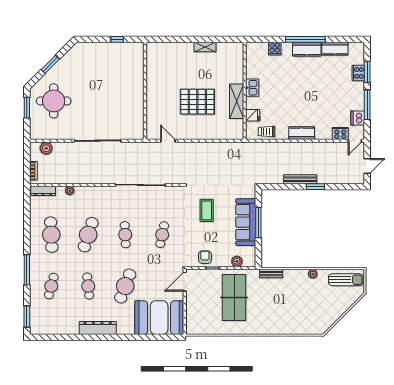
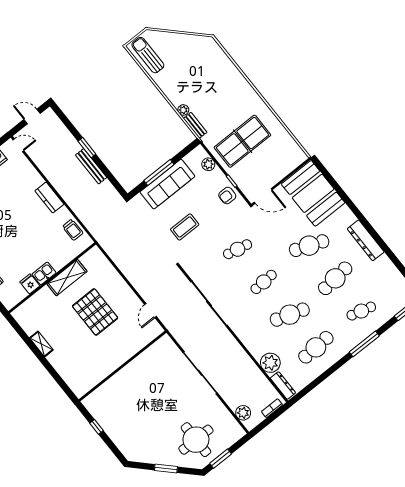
fridge: (253, 115) -> (30, 284), moved
cooker: (340, 133) -> (22, 163), removed
plant: (70, 191) -> (270, 363), width x1.87, depth x1.87
plant: (313, 274) -> (183, 110), moved
cafe table: (88, 286) -> (335, 278), width x1.37, depth x1.35

